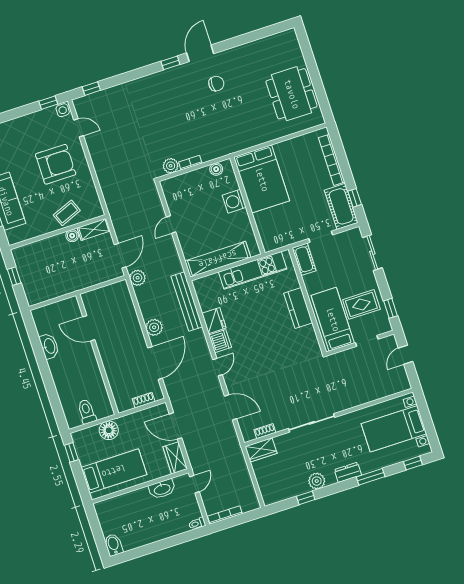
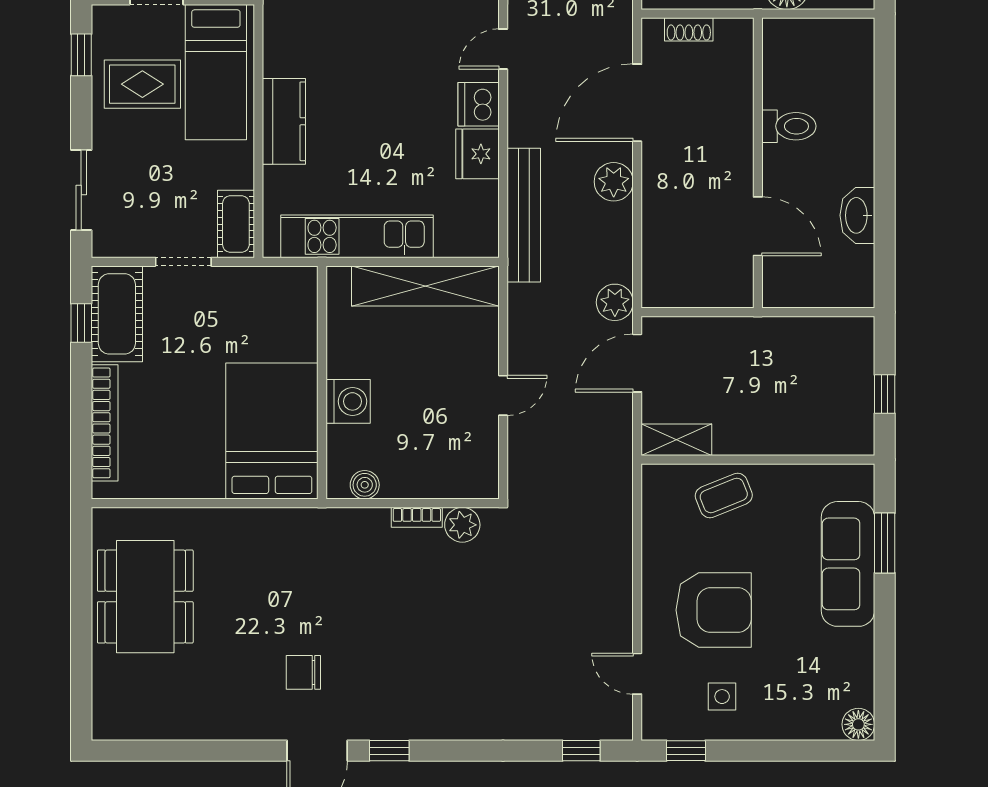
side table: (63, 110) -> (722, 697), moved
armchair: (56, 164) -> (714, 610), turned 180
boiler: (72, 236) -> (728, 441), removed
toilet: (87, 412) -> (789, 126), moved, turned -90

